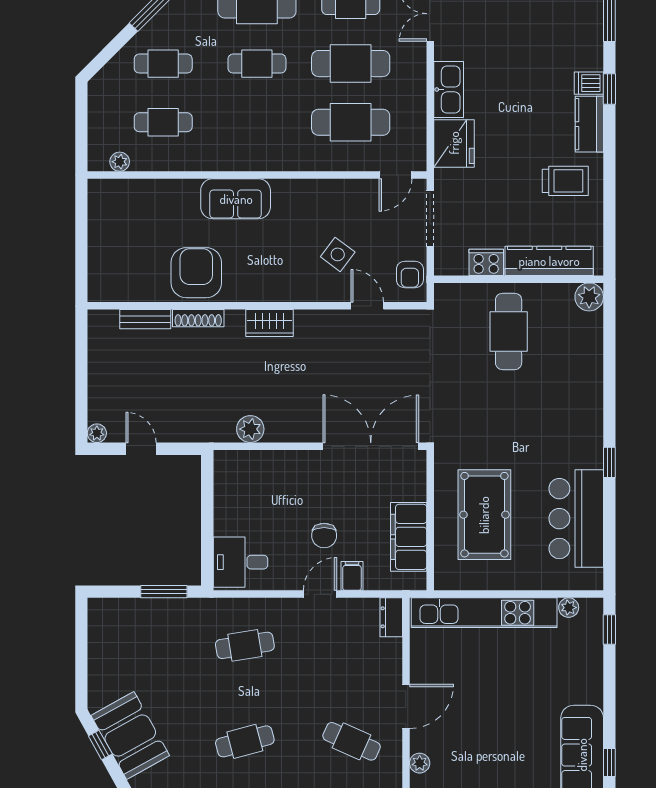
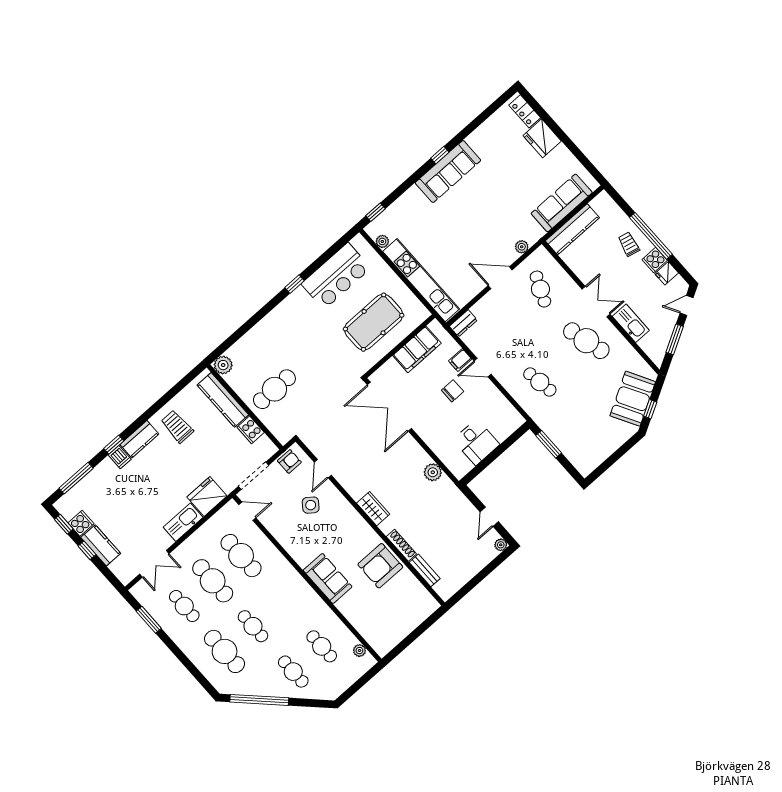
desk: (240, 562) -> (476, 442), moved
cafe table: (245, 741) -> (586, 341), width x1.37, depth x1.35

